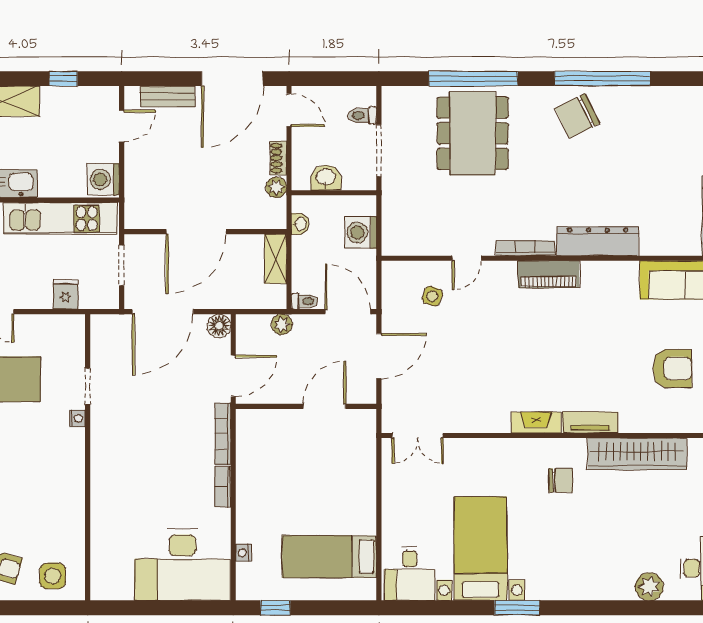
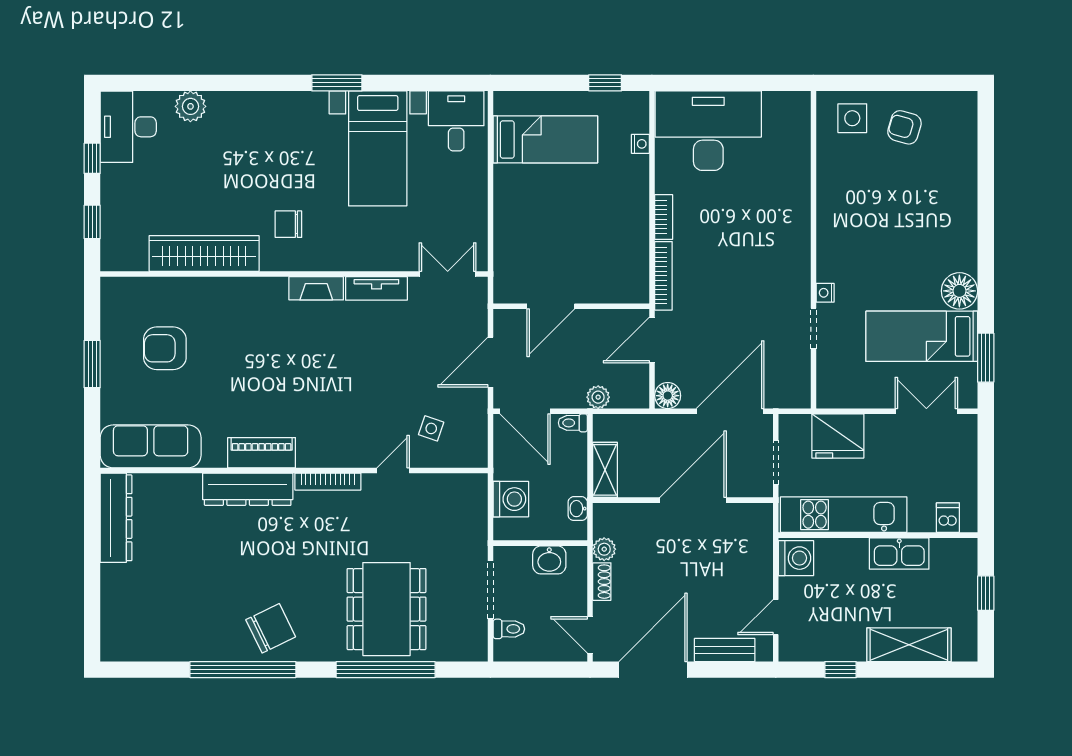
piano: (549, 274) -> (262, 453), moved
fridge: (66, 294) -> (838, 436), width x1.88, depth x1.34
tv unit: (590, 422) -> (376, 288), moved

